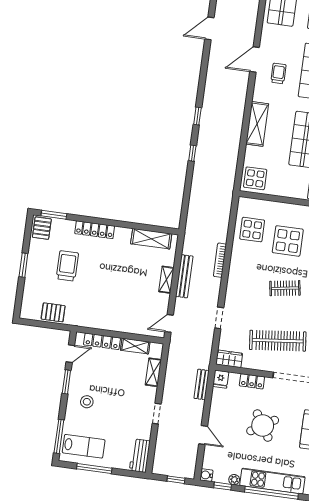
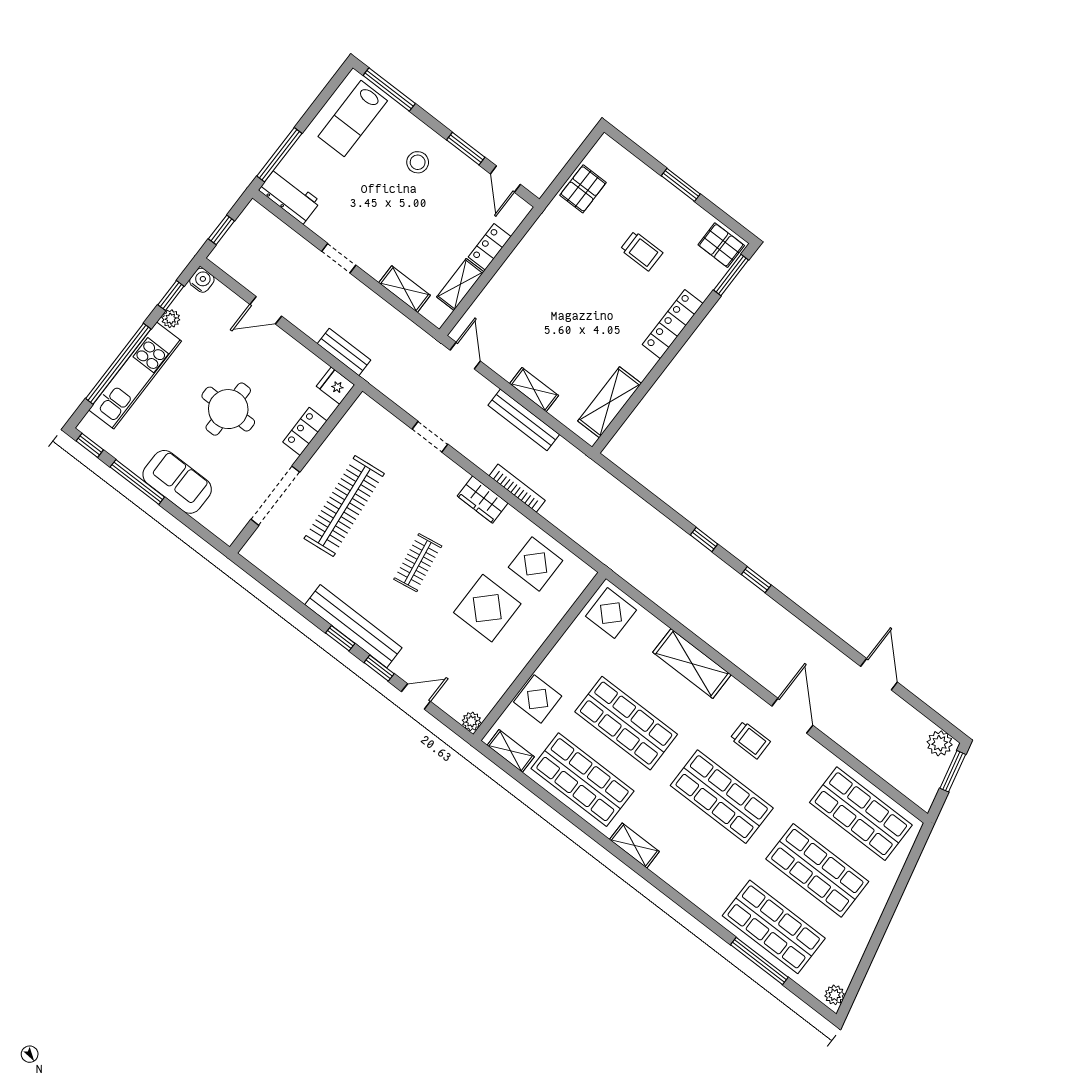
trolley: (67, 266) -> (641, 251), width x0.73, depth x0.72
locker: (102, 341) -> (490, 247), width x0.66
wardrobe: (229, 359) -> (483, 500), moved, turned 90
round table: (263, 426) -> (228, 409), turned 32
window: (94, 468) -> (279, 155), moved

